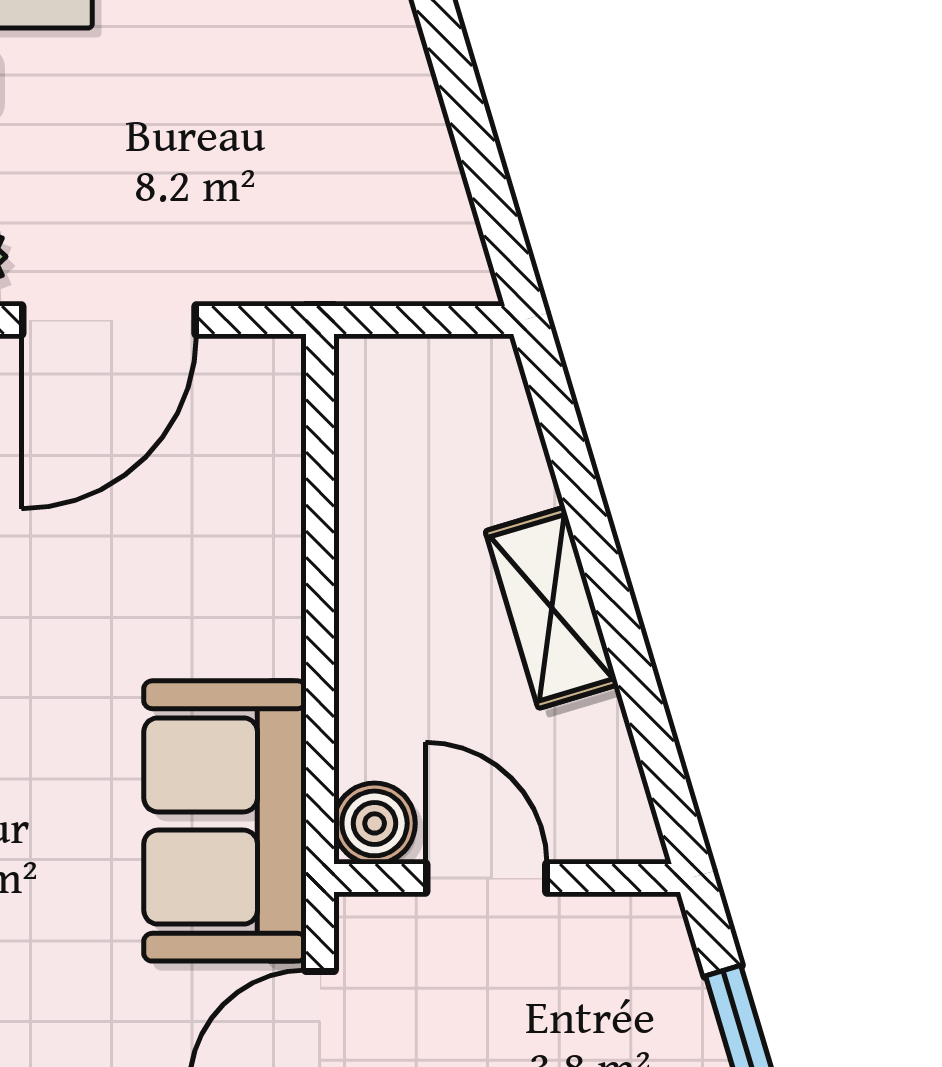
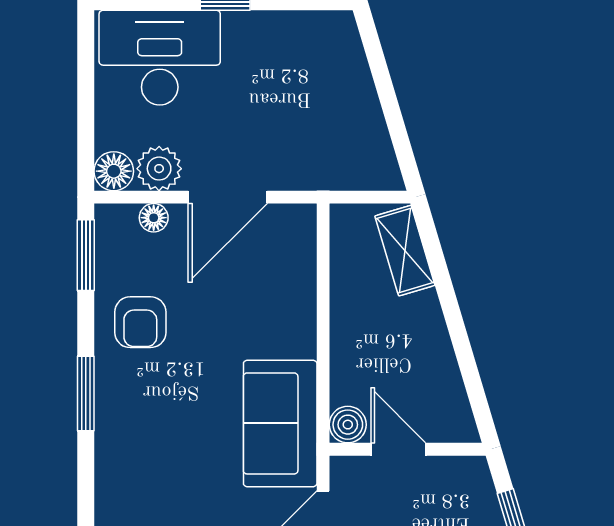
shelving: (552, 608) -> (405, 251), moved

